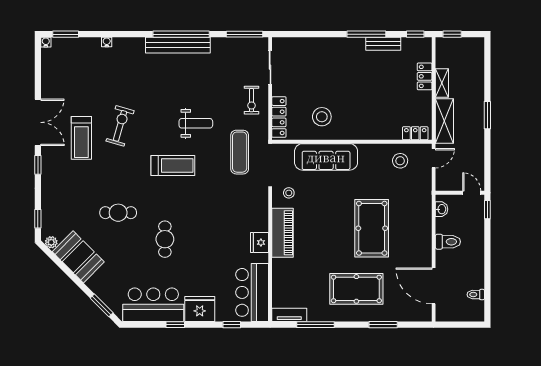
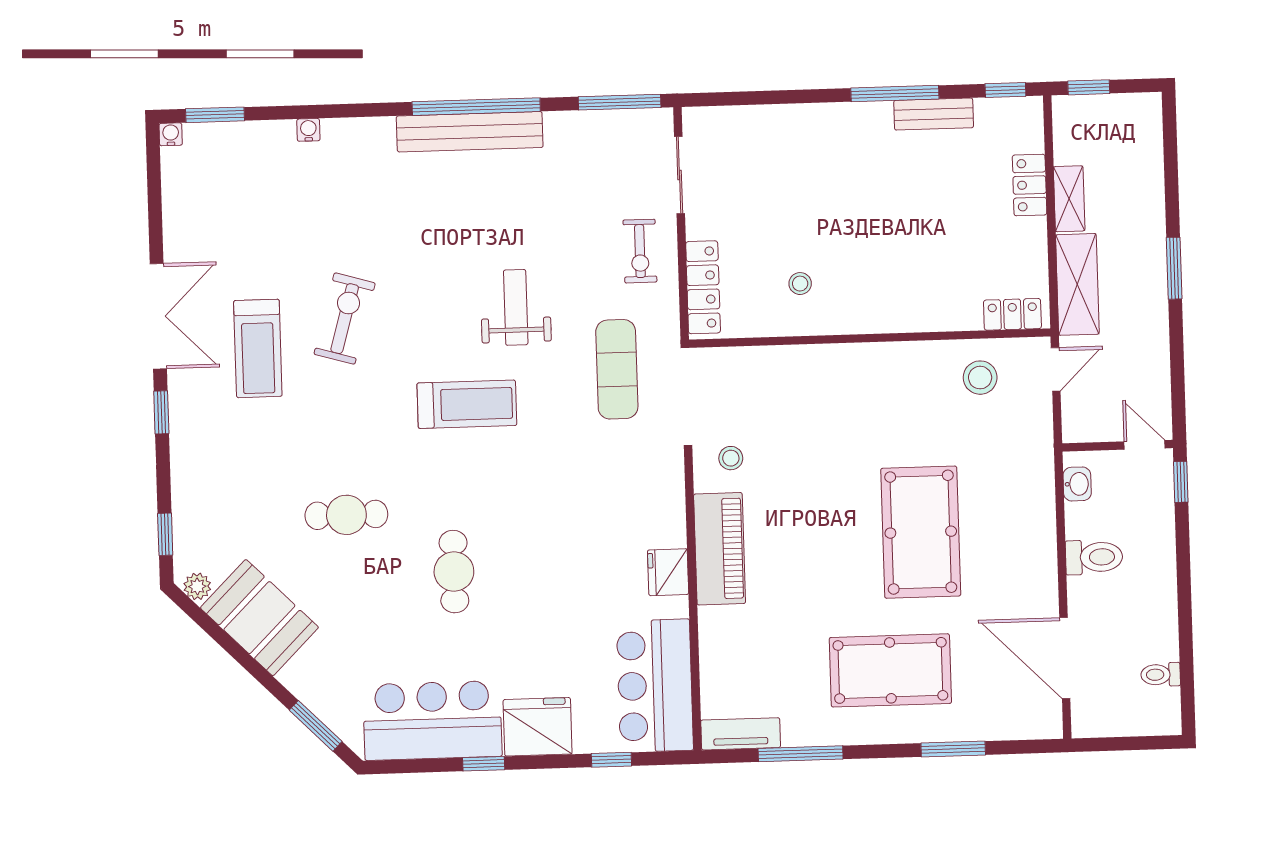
stool: (322, 117) -> (800, 284), width x0.53, depth x0.53
weight bench: (196, 123) -> (516, 307), turned -90
sofa: (326, 157) -> (812, 374), removed

